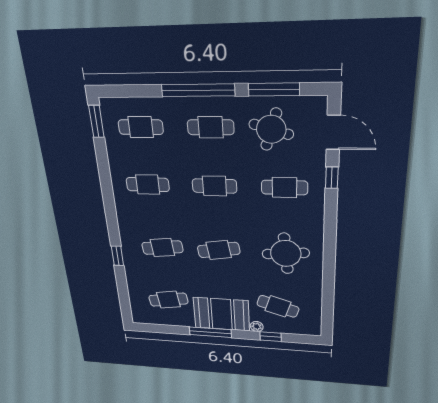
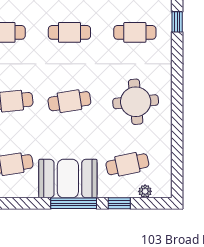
cafe table: (278, 306) -> (127, 164), turned -30
plant: (257, 326) -> (145, 191), moved
window: (210, 332) -> (74, 203), moved

